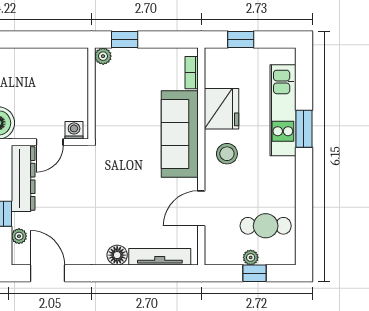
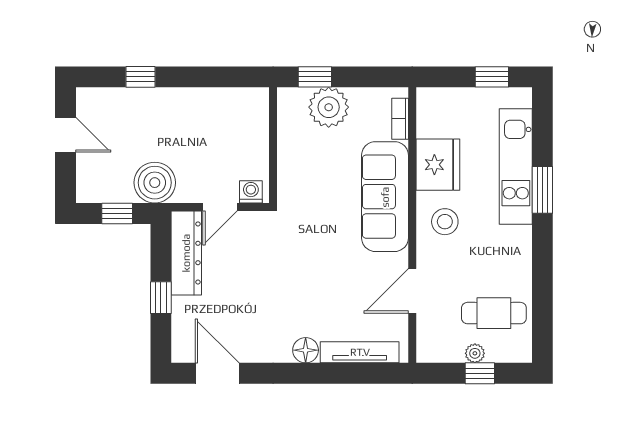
window: (241, 40) -> (492, 77), moved
plant: (103, 56) -> (329, 107), moved, width x1.88, depth x1.88
plant: (19, 236) -> (181, 326), removed

